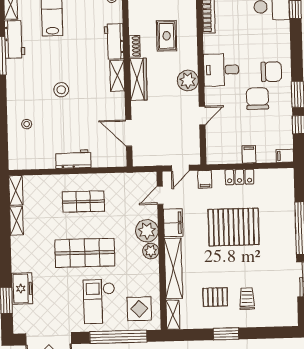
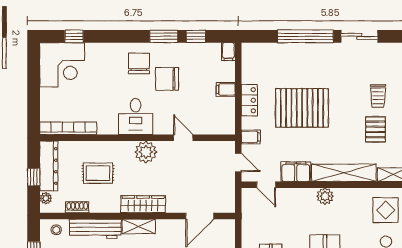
workbench: (114, 41) -> (95, 229), width x1.38
shoe rack: (135, 46) -> (77, 207), moved
pallet: (234, 227) -> (302, 108), turned 90
plant: (147, 231) -> (304, 200), removed
trolley: (247, 299) -> (378, 96), turned -90

